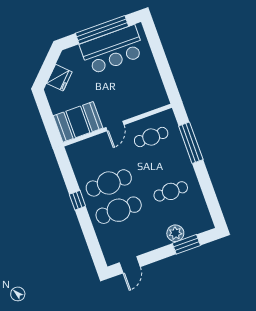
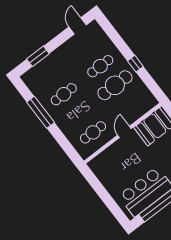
window: (191, 143) -> (41, 112), moved
cafe table: (119, 210) -> (100, 66), width x0.73, depth x0.74
plant: (175, 233) -> (49, 62), removed

